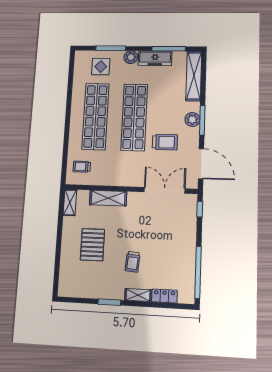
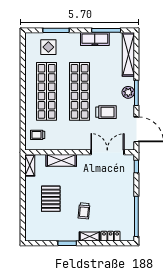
plant: (131, 57) -> (74, 38), removed

